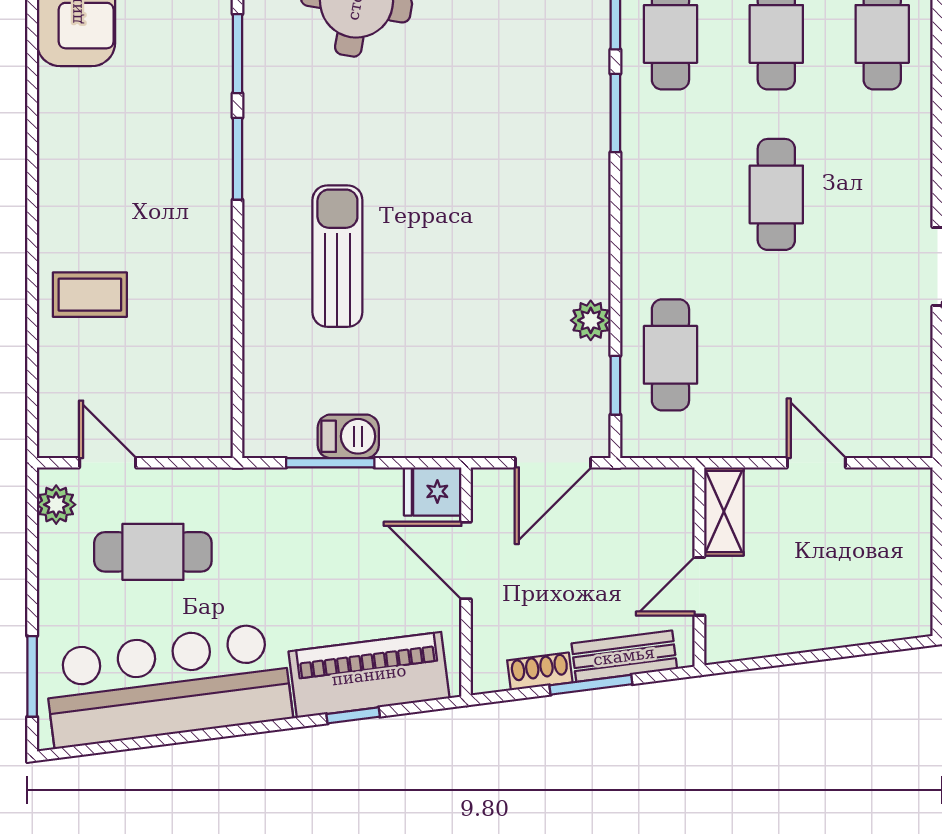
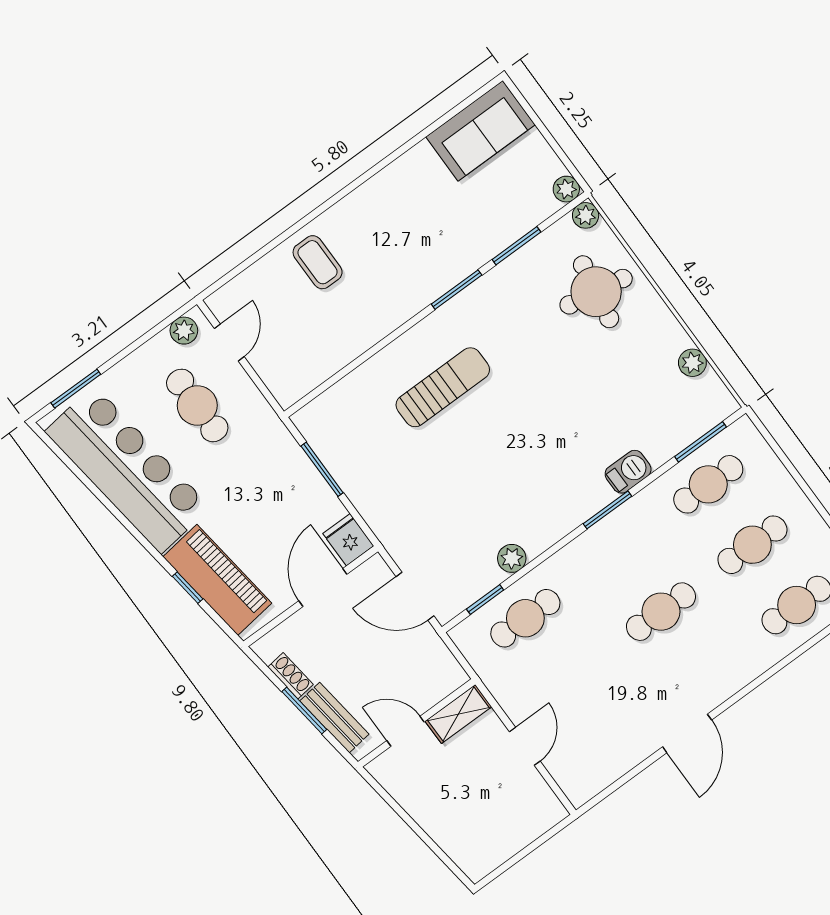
window: (615, 113) -> (607, 510), moved
barbecue: (348, 436) -> (628, 472), moved, turned -90

